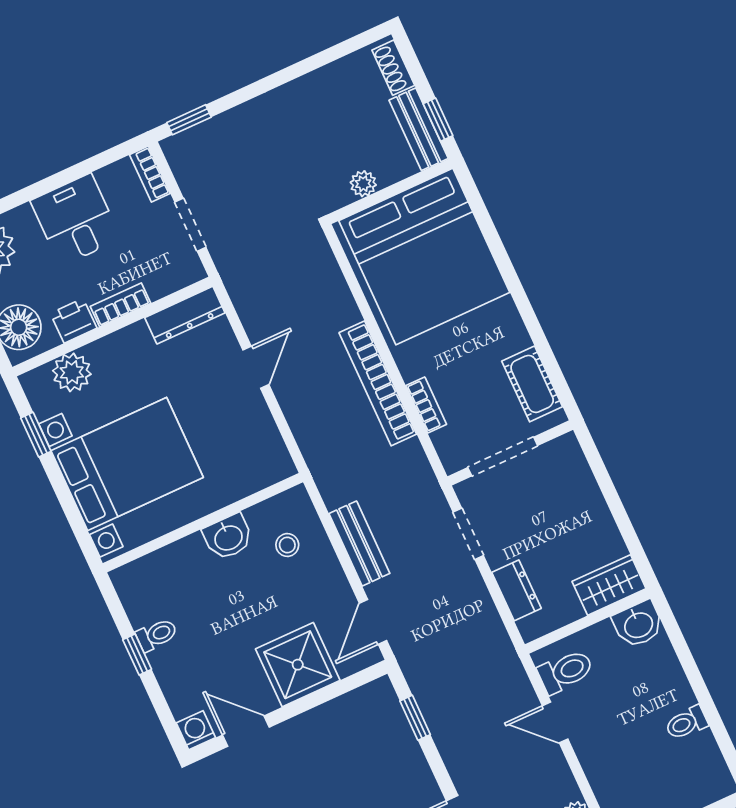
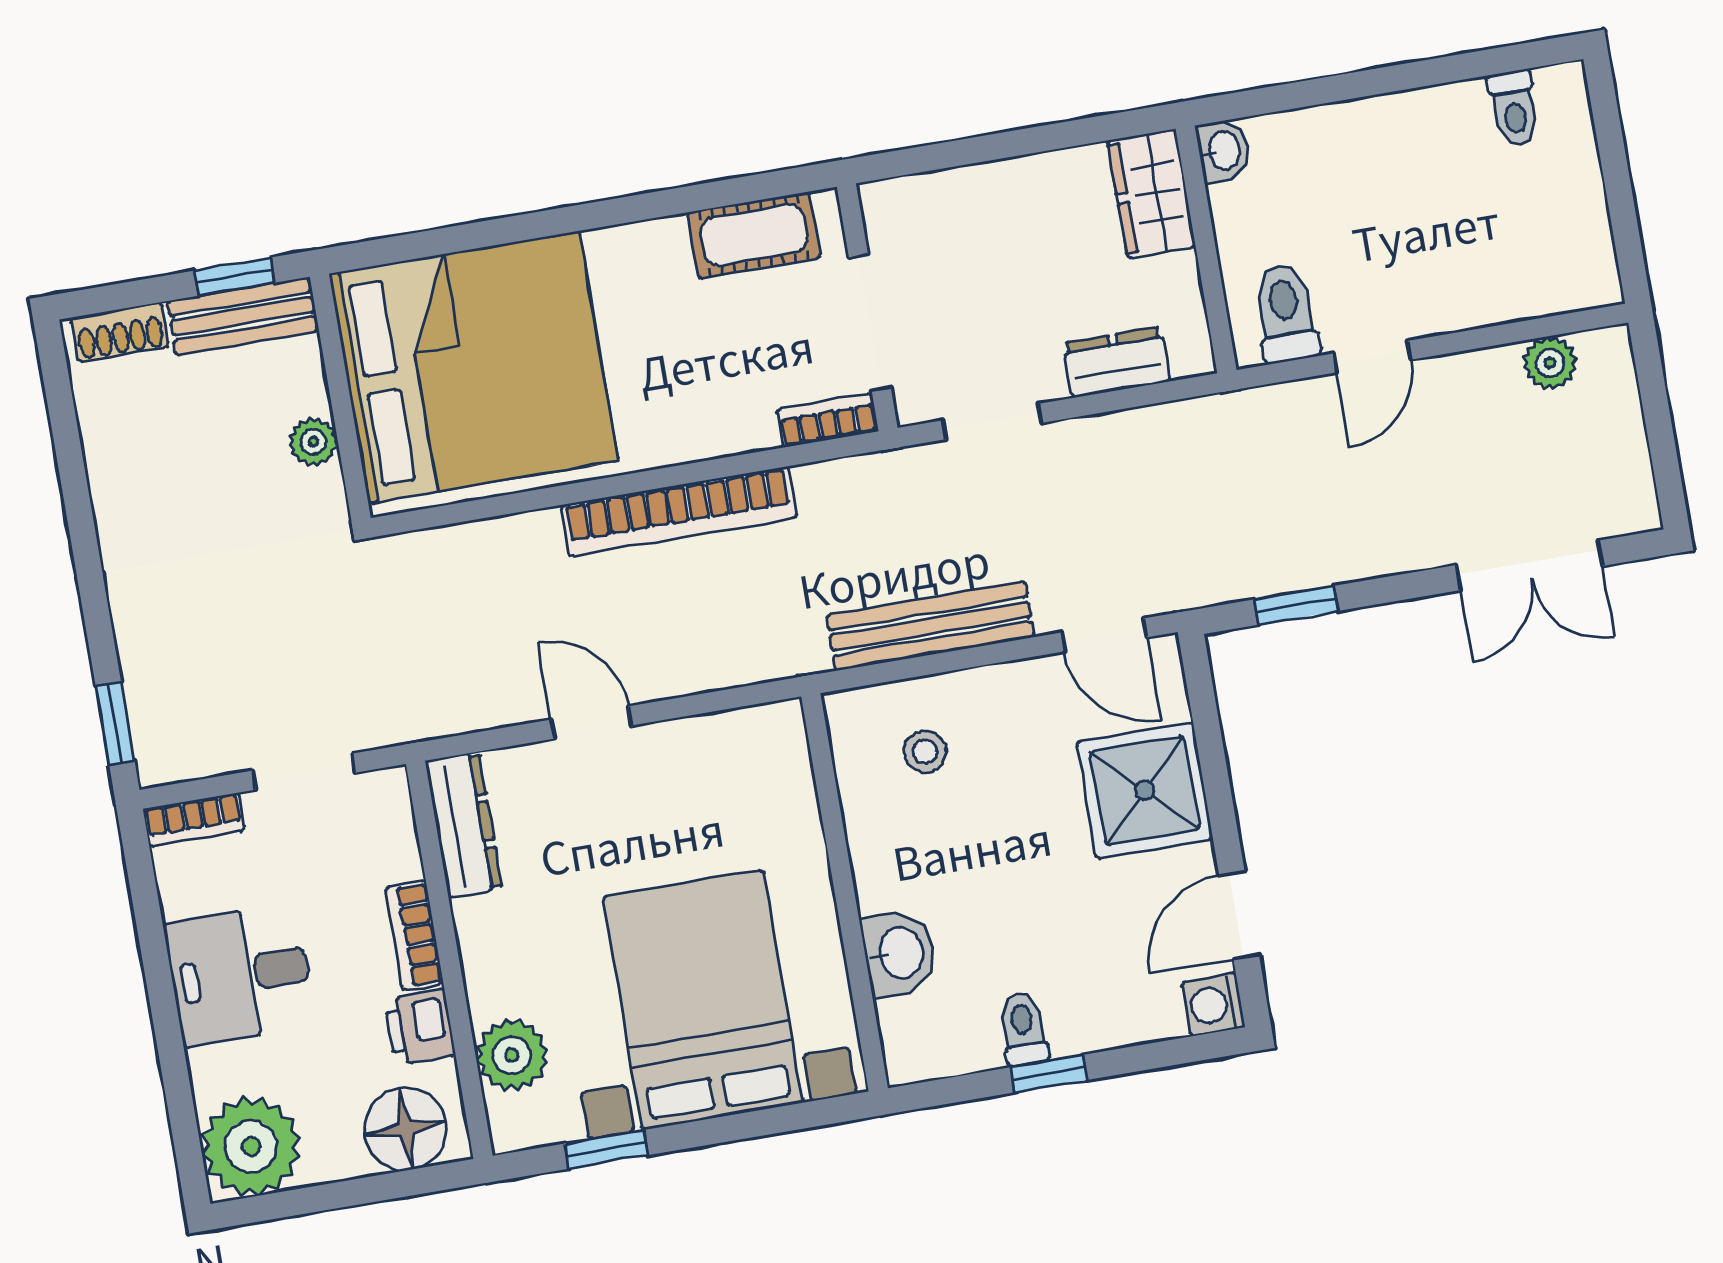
bookcase: (426, 405) -> (827, 420), moved
washbasin: (228, 537) -> (899, 953), moved
bench: (359, 543) -> (930, 626), width x1.36
washbasin: (638, 624) -> (1223, 151), width x0.72, depth x0.69
toilet: (686, 723) -> (1514, 108), moved

